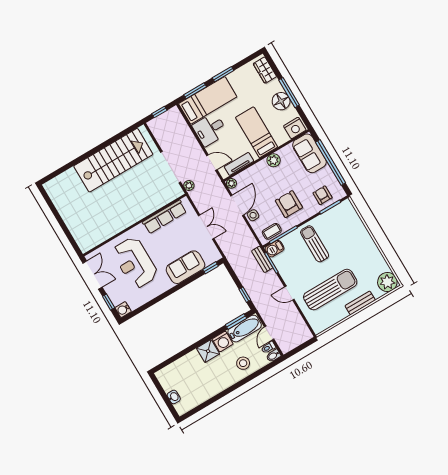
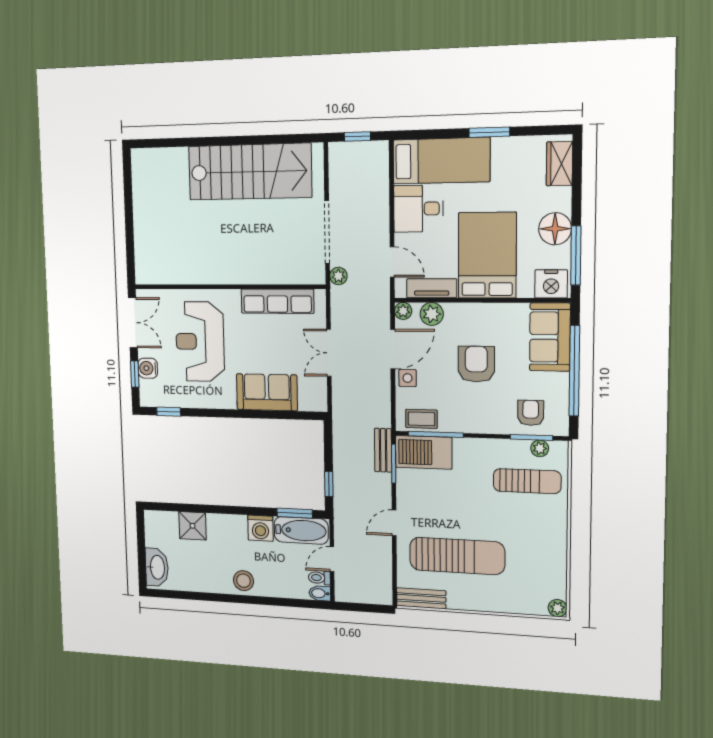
window: (195, 91) -> (430, 134), removed
window: (289, 93) -> (576, 256), moved
bed: (257, 132) -> (487, 255), width x1.50
plant: (274, 160) -> (432, 314), moved
armchair: (289, 204) -> (476, 364), moved
plant: (337, 210) -> (540, 448), added
double door: (206, 227) -> (329, 353), swing flipped
sun lounger: (315, 244) -> (527, 481), moved, turned 90
barbecue: (275, 249) -> (424, 452), width x1.88, depth x1.53
window: (210, 268) -> (169, 412), moved
plant: (387, 282) -> (558, 608), width x0.53, depth x0.53
door: (289, 293) -> (394, 523), hinge flipped
bench: (360, 303) -> (421, 598), moved
water cooler: (123, 310) -> (148, 368), moved
shower: (208, 351) -> (193, 526), moved
stool: (243, 363) -> (244, 581), moved
washbasin: (174, 397) -> (157, 567), width x1.91, depth x1.45

